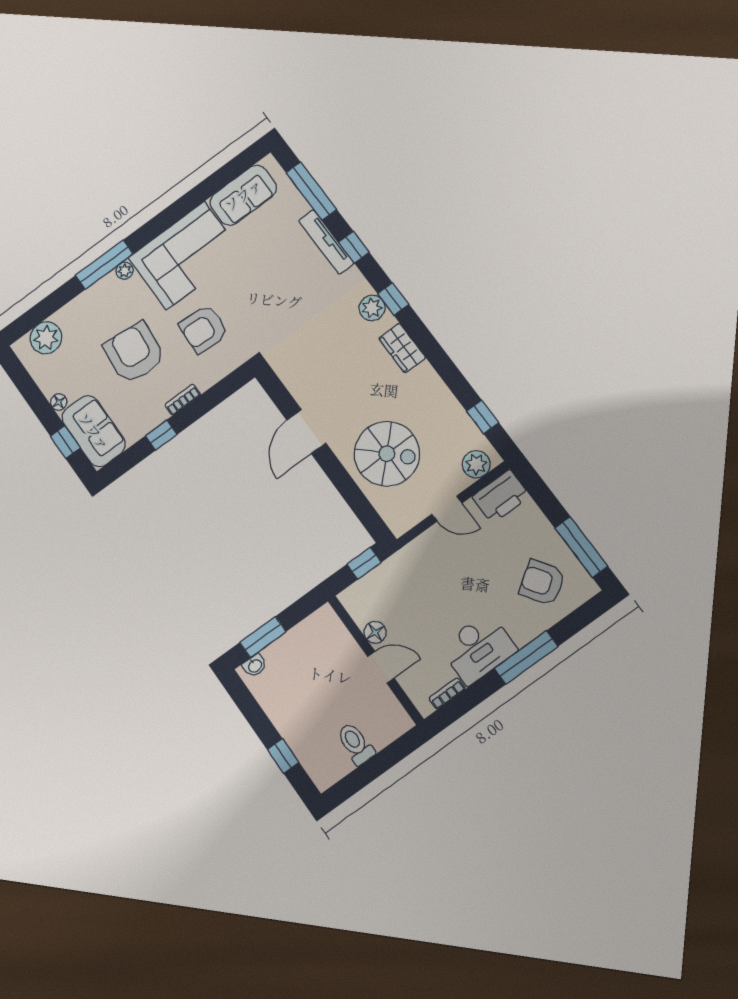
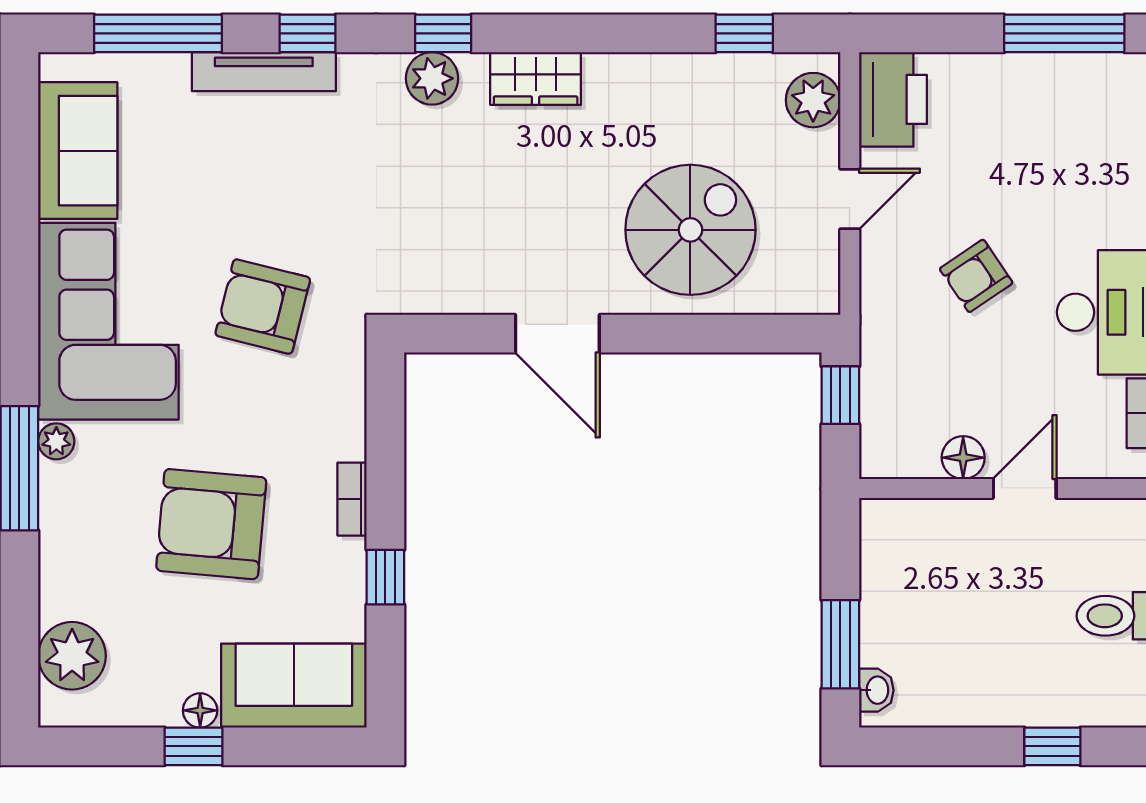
armchair: (204, 329) -> (263, 307), moved, turned 101
window: (65, 442) -> (194, 746), moved
armchair: (542, 582) -> (976, 276), moved, width x0.72, depth x0.72

